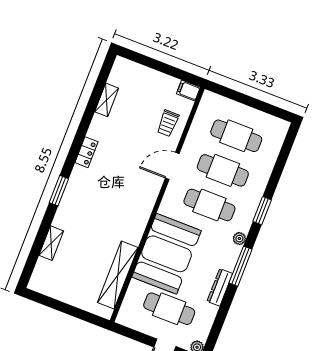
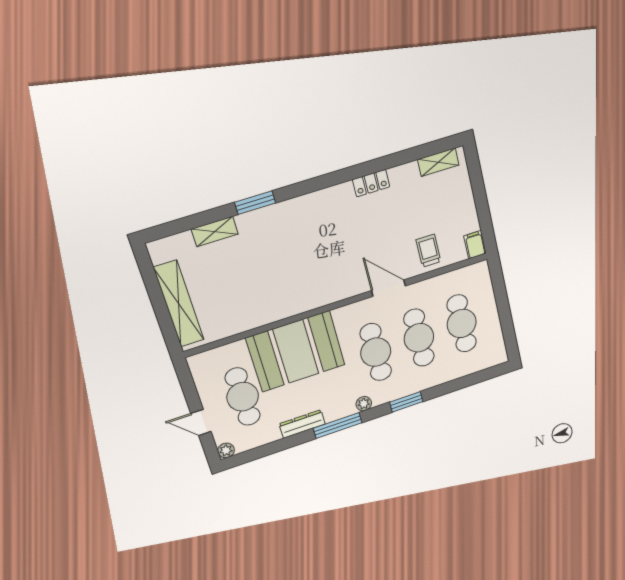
shelving: (107, 100) -> (438, 162), moved
trolley: (168, 123) -> (428, 251), turned 90
locker: (86, 152) -> (371, 183), moved
window: (59, 191) -> (255, 203), moved
shelving: (118, 275) -> (179, 304), moved, turned 90

